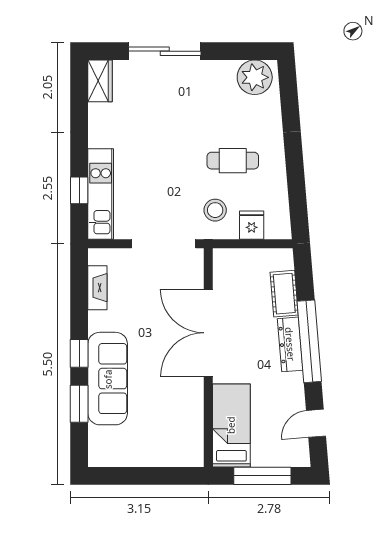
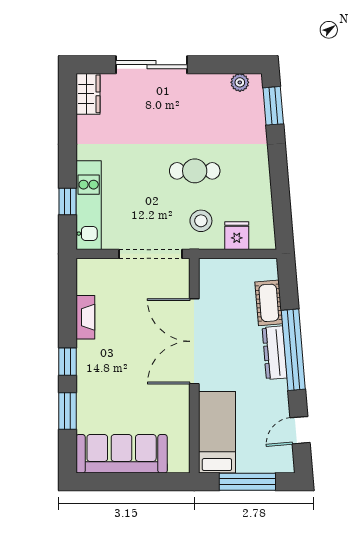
plant: (255, 77) -> (240, 82), width x0.53, depth x0.53
window: (289, 93) -> (273, 106), added
cafe table: (233, 161) -> (195, 171), moved
fireplace: (97, 288) -> (85, 317), moved
sofa: (108, 379) -> (122, 454), moved, turned -90

